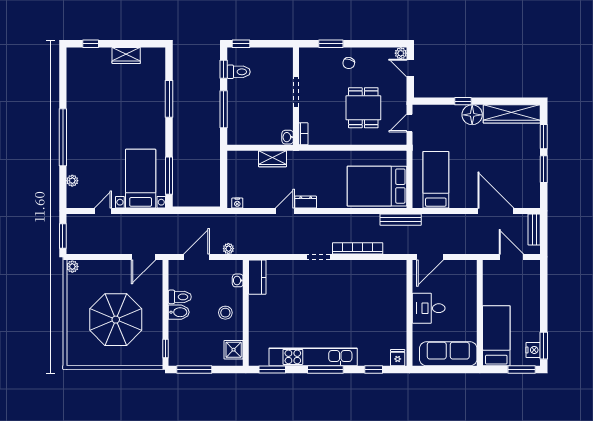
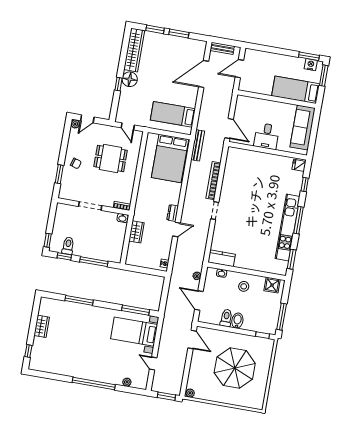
door: (285, 211) -> (176, 230), swing flipped

